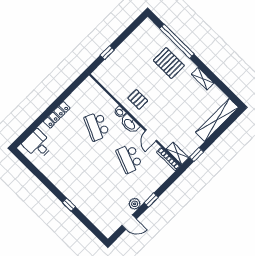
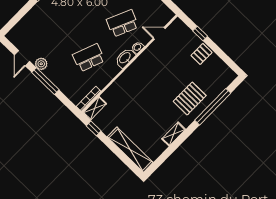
pallet: (138, 99) -> (202, 54), moved
door: (151, 135) -> (159, 33), moved
window: (151, 200) -> (45, 81), width x2.17

